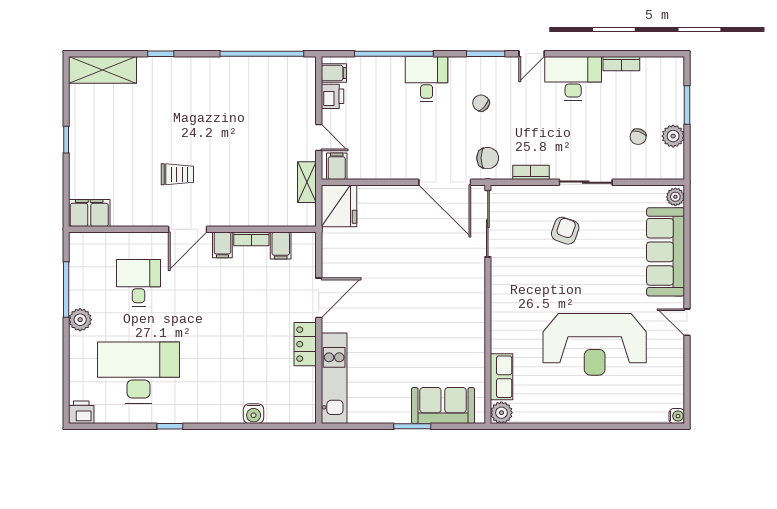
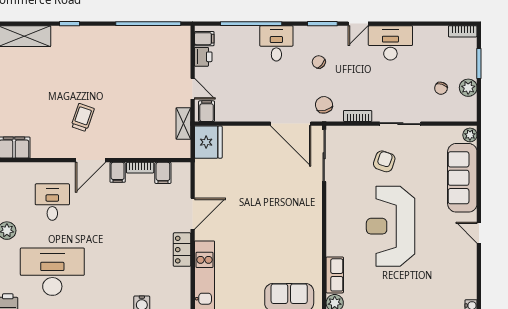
bookcase: (621, 64) -> (463, 31), moved
chair: (488, 158) -> (324, 105), turned -105
trolley: (177, 174) -> (83, 117), turned -71
reception desk: (595, 344) -> (391, 226), moved, turned 90

